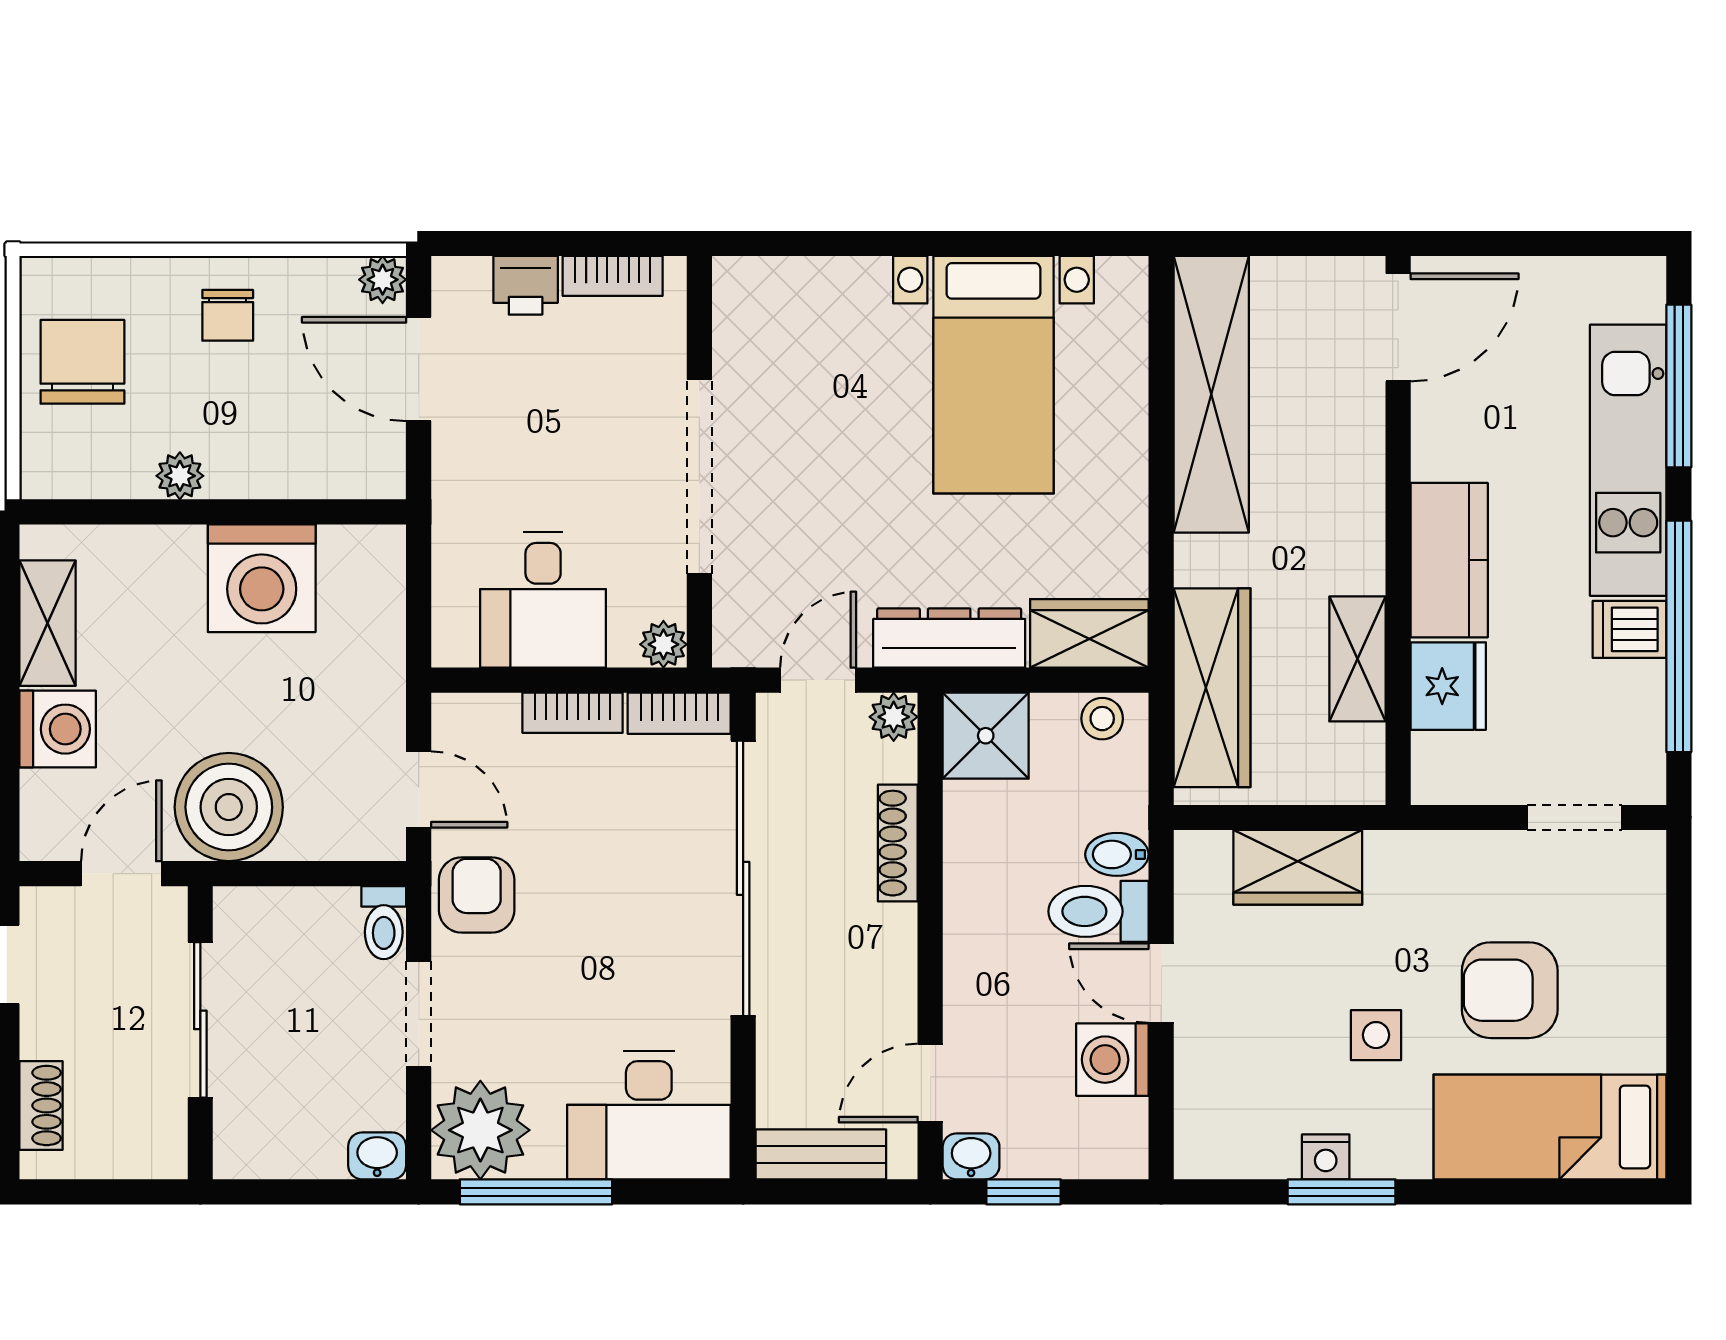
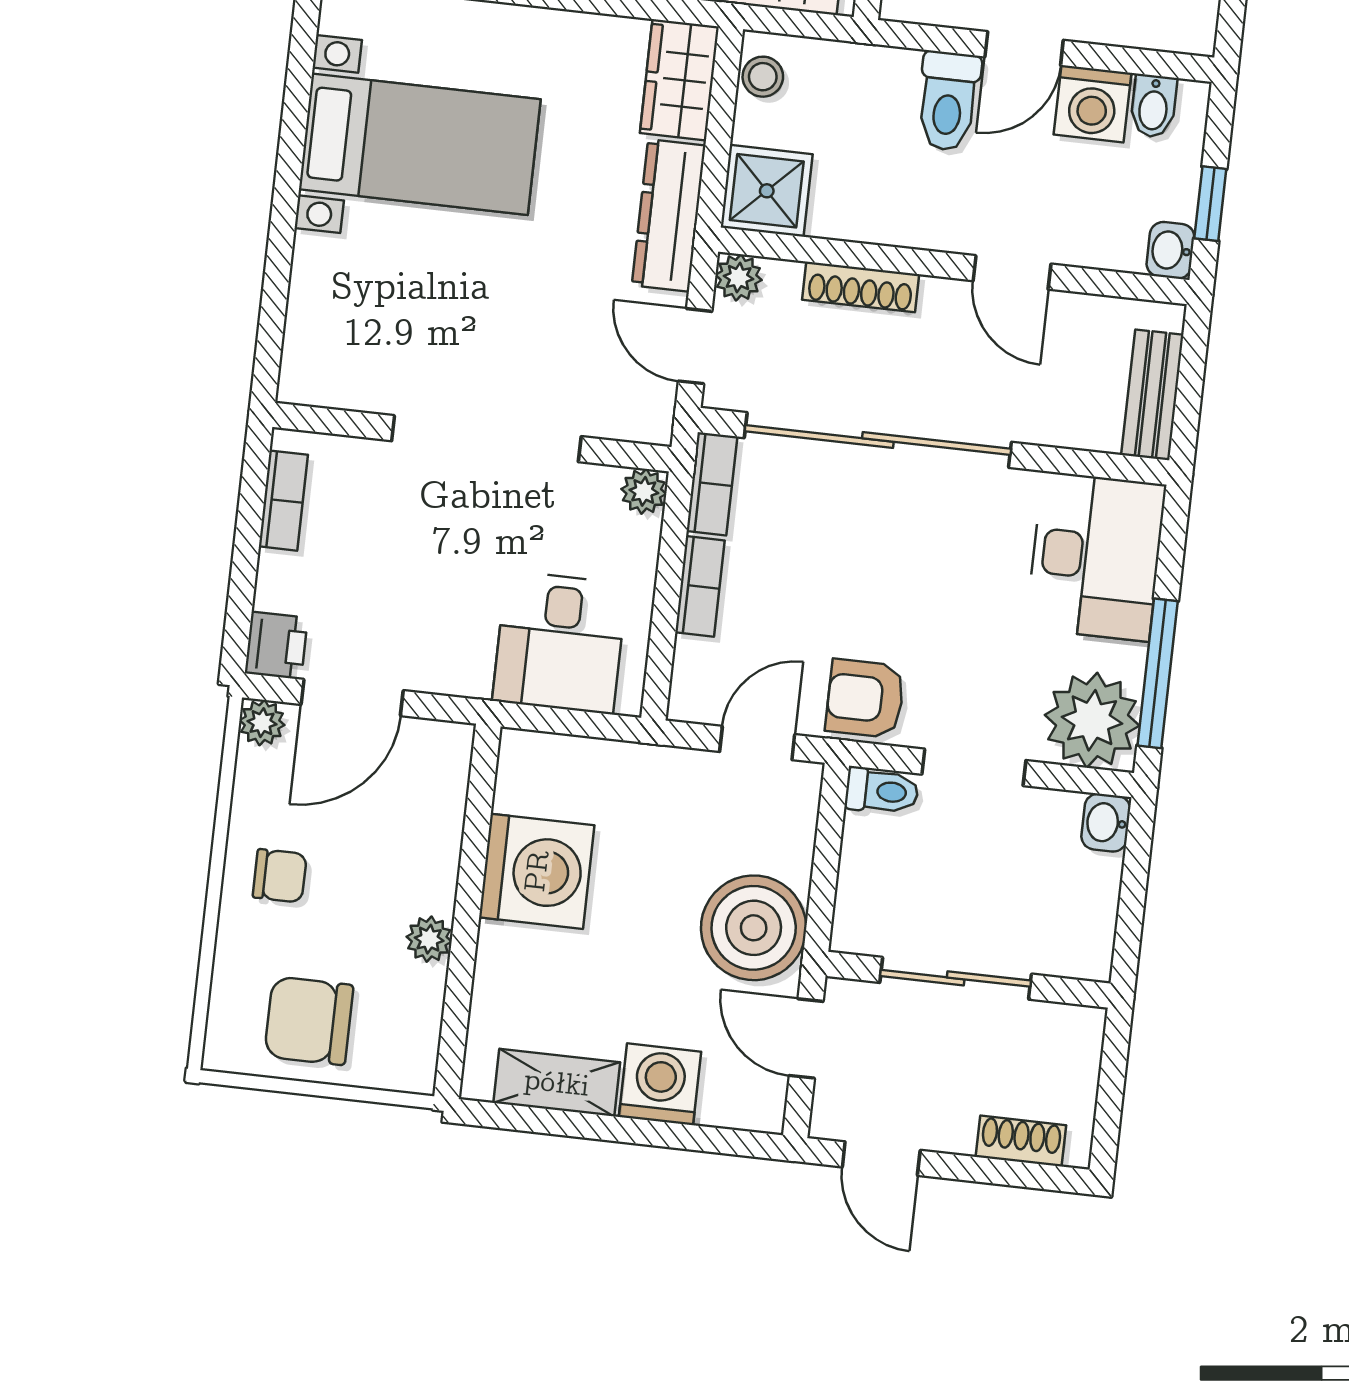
printer: (526, 285) -> (276, 645), moved
desk: (543, 600) -> (560, 642), moved, turned 90
bidet: (1117, 854) -> (1153, 106), moved
door: (930, 1083) -> (1012, 272), moved

